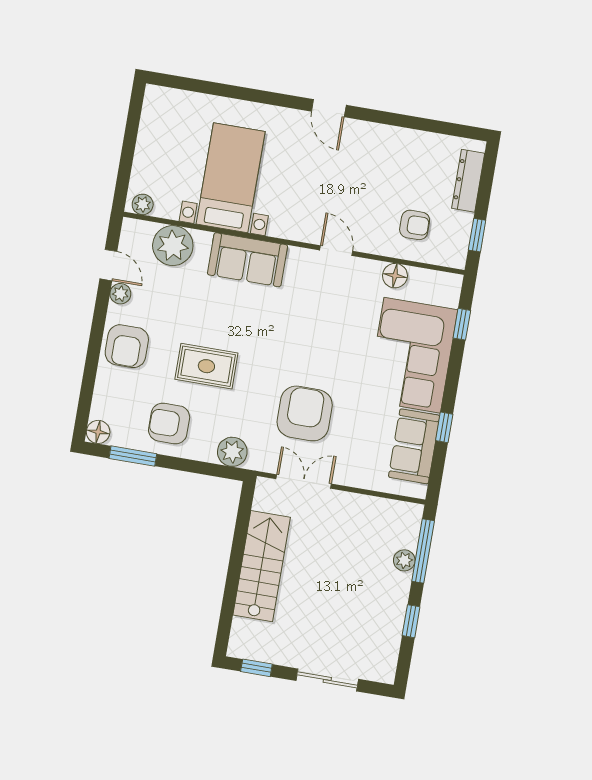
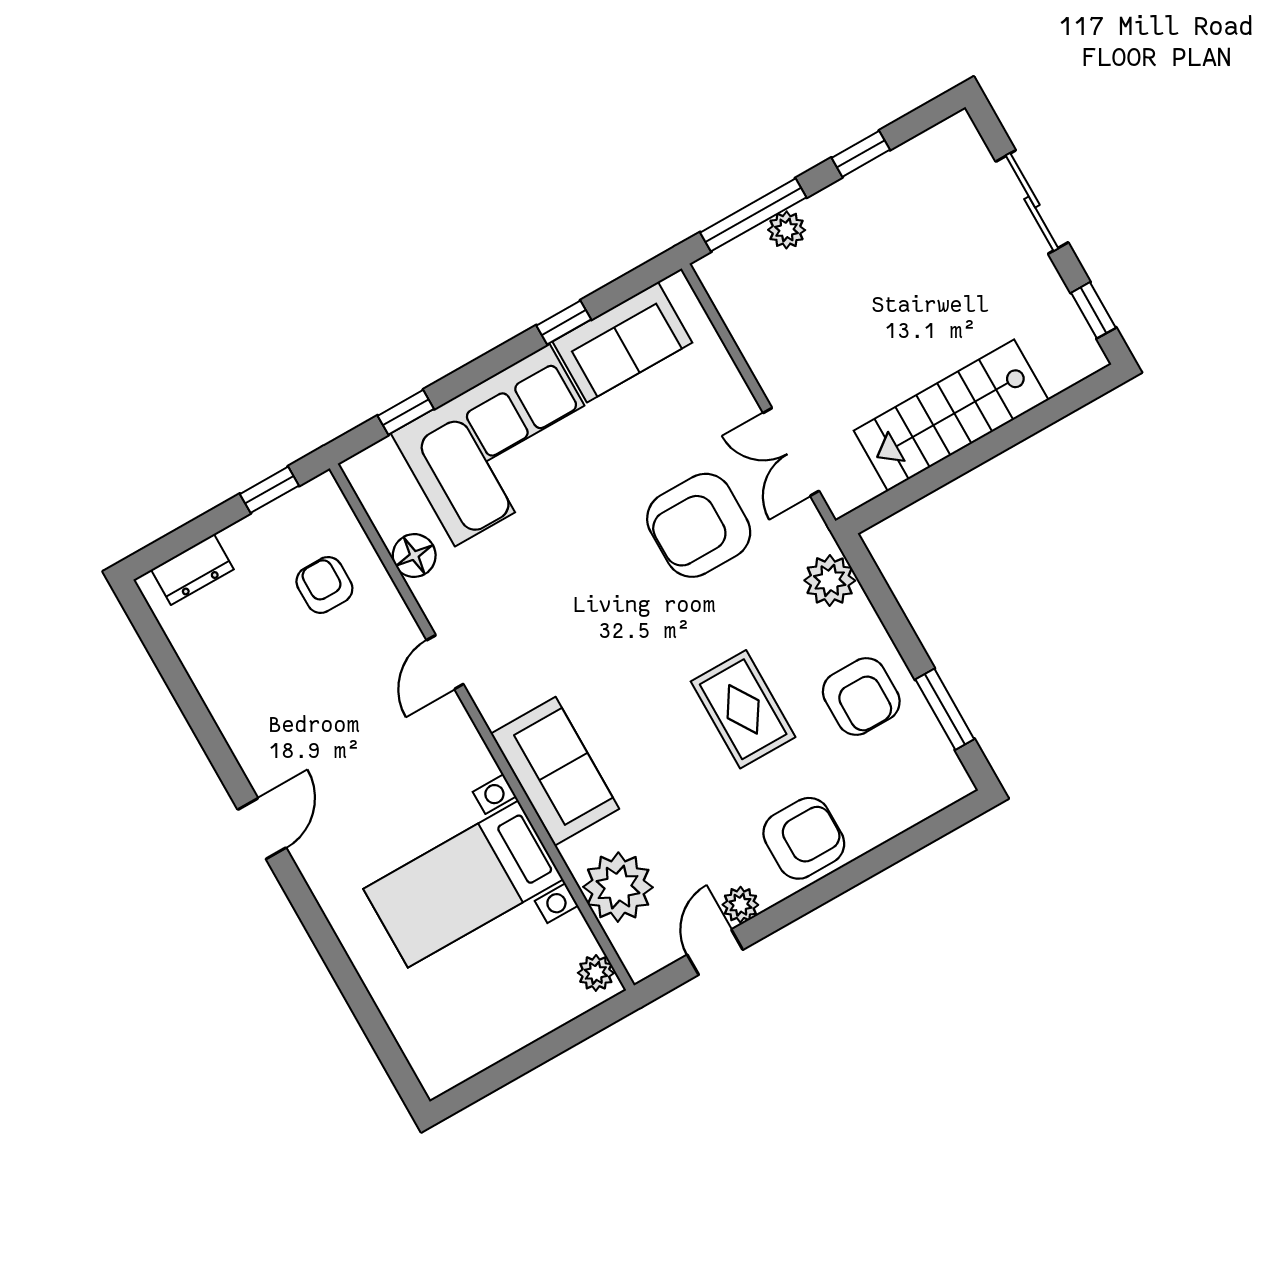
dresser: (468, 181) -> (192, 569), width x0.70
floor lamp: (98, 432) -> (951, 783), removed

